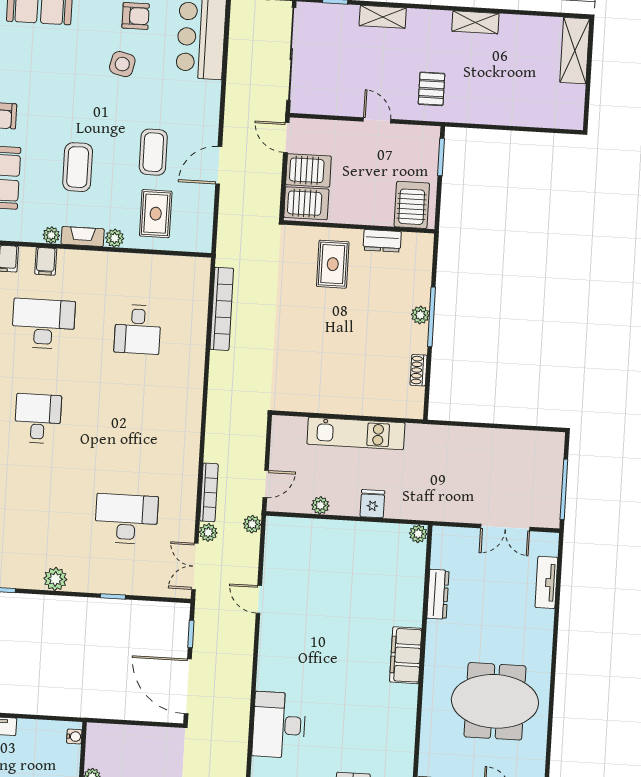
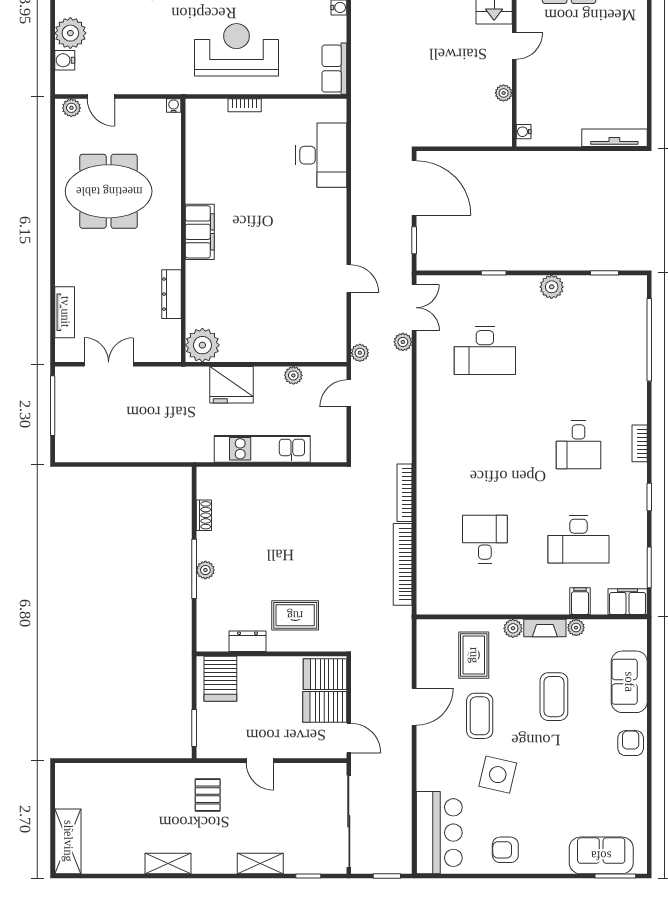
side table: (122, 64) -> (498, 775), moved, width x1.37, depth x1.37
rug: (333, 264) -> (295, 615), turned 90
bookcase: (209, 492) -> (404, 493), moved
fridge: (372, 504) -> (232, 385), width x1.88, depth x1.34
plant: (418, 534) -> (202, 345), width x1.87, depth x1.87

